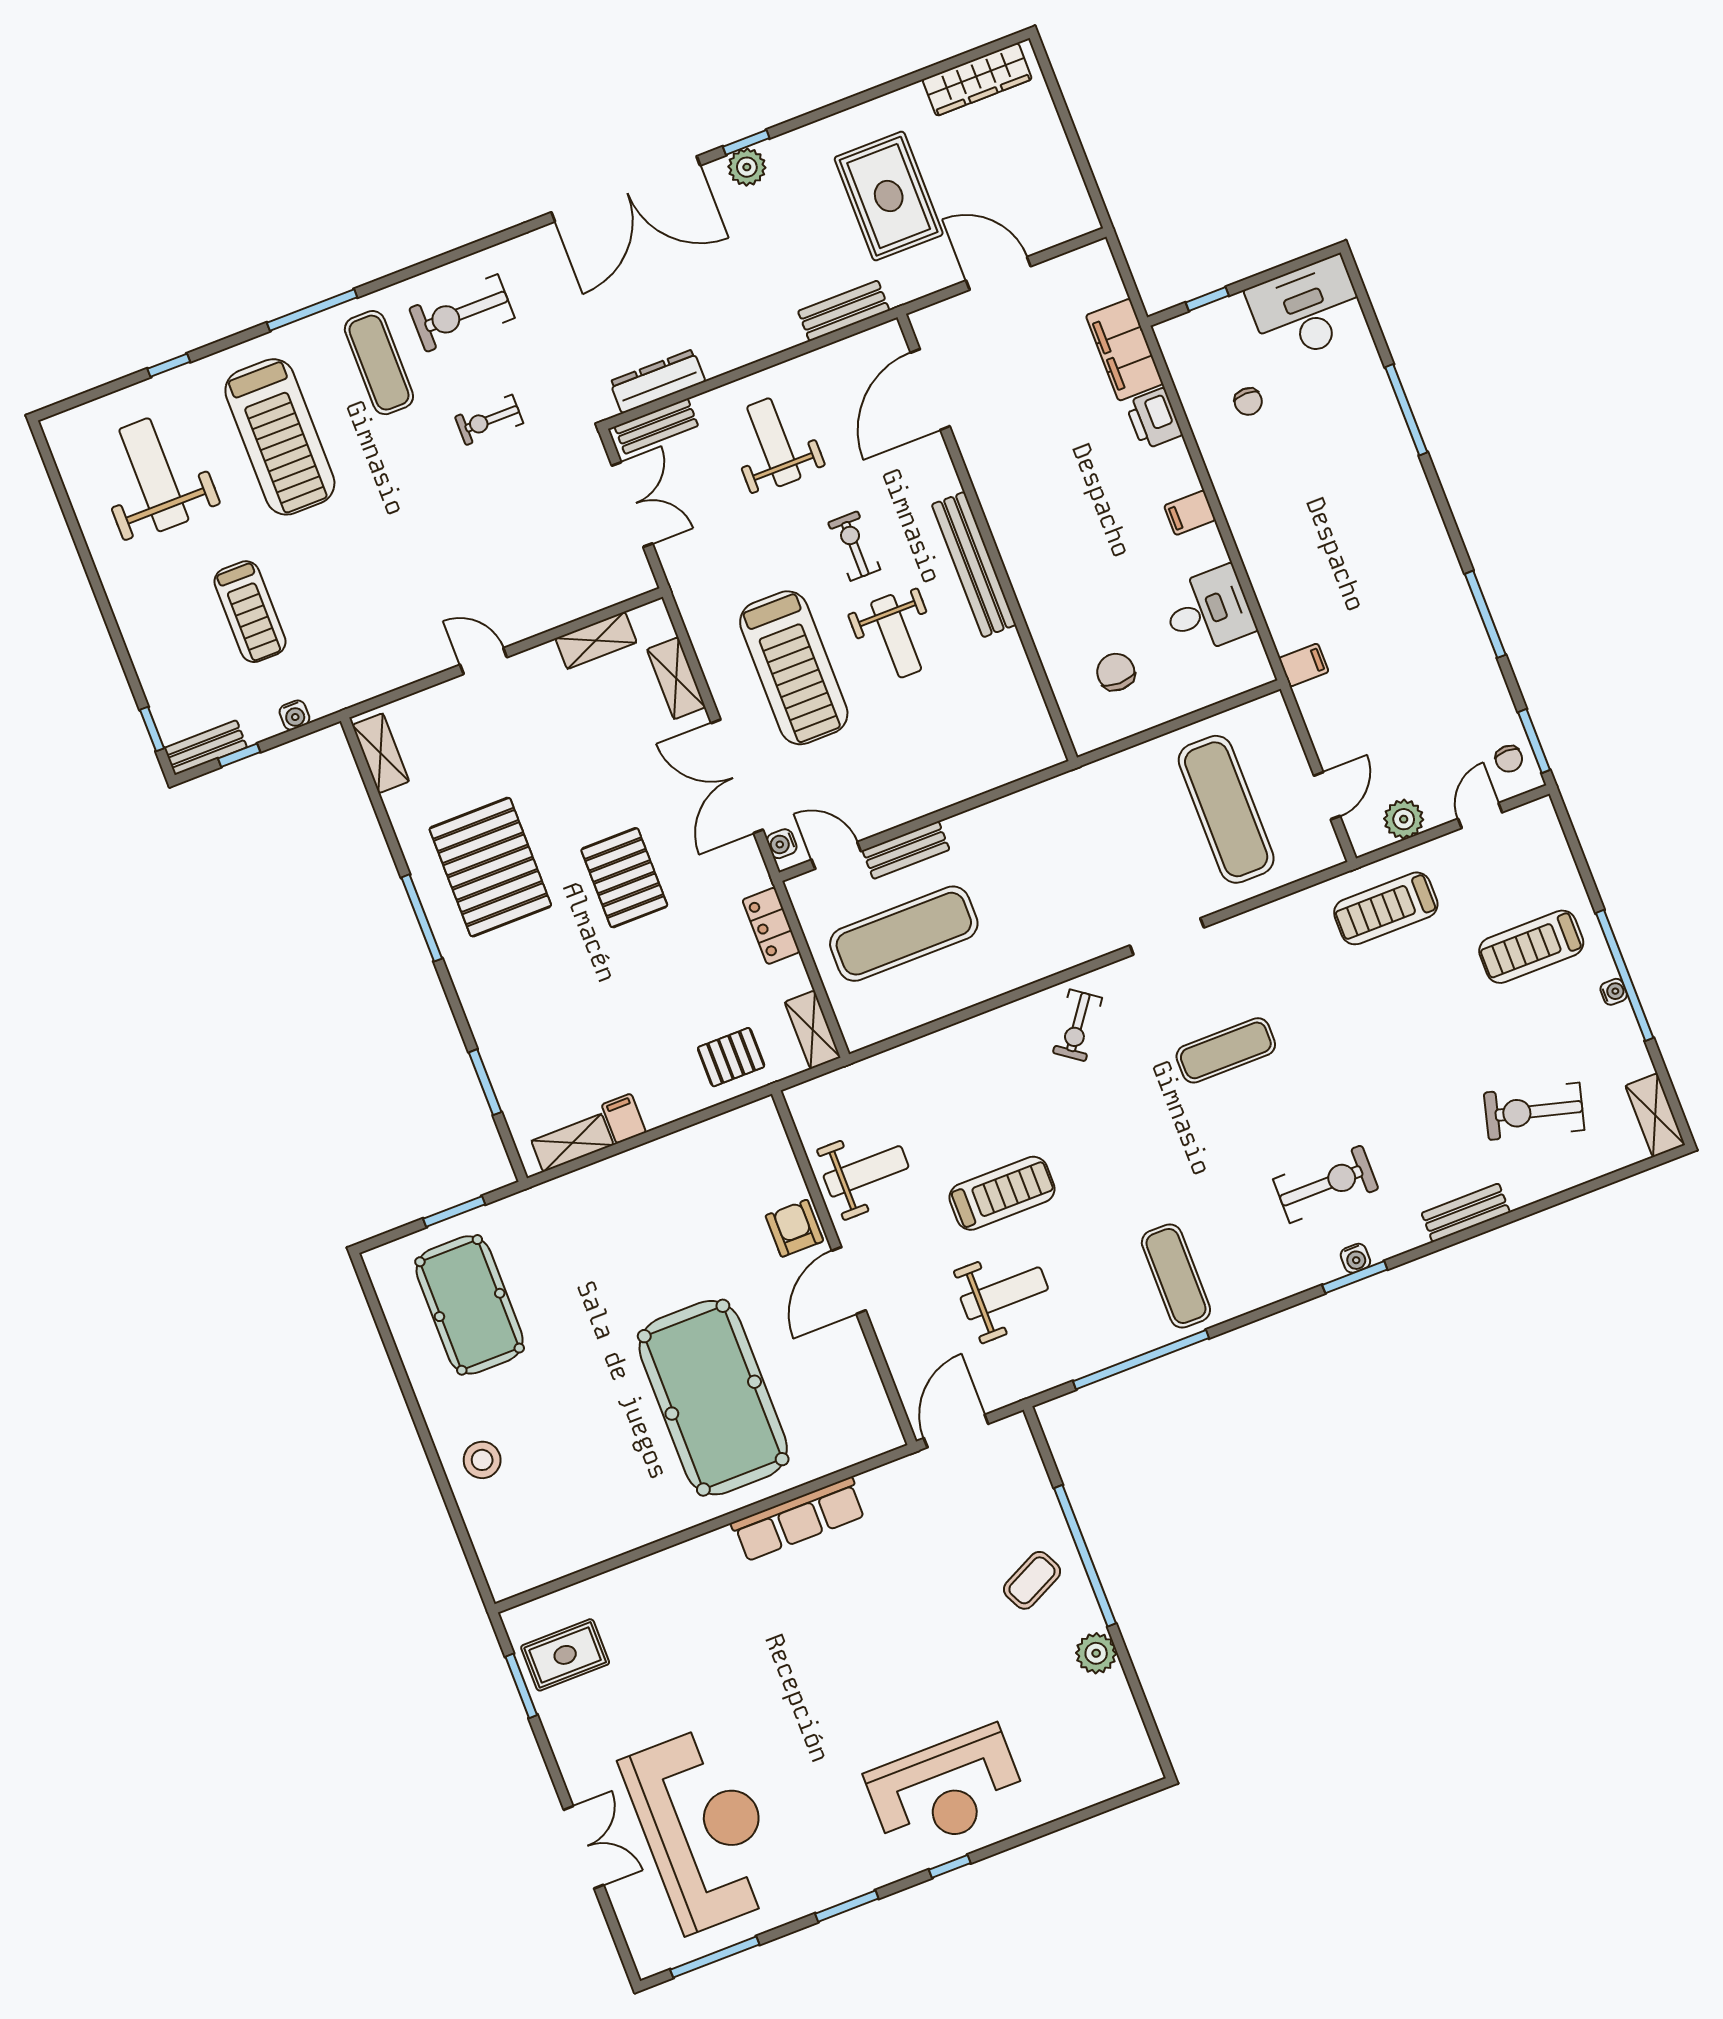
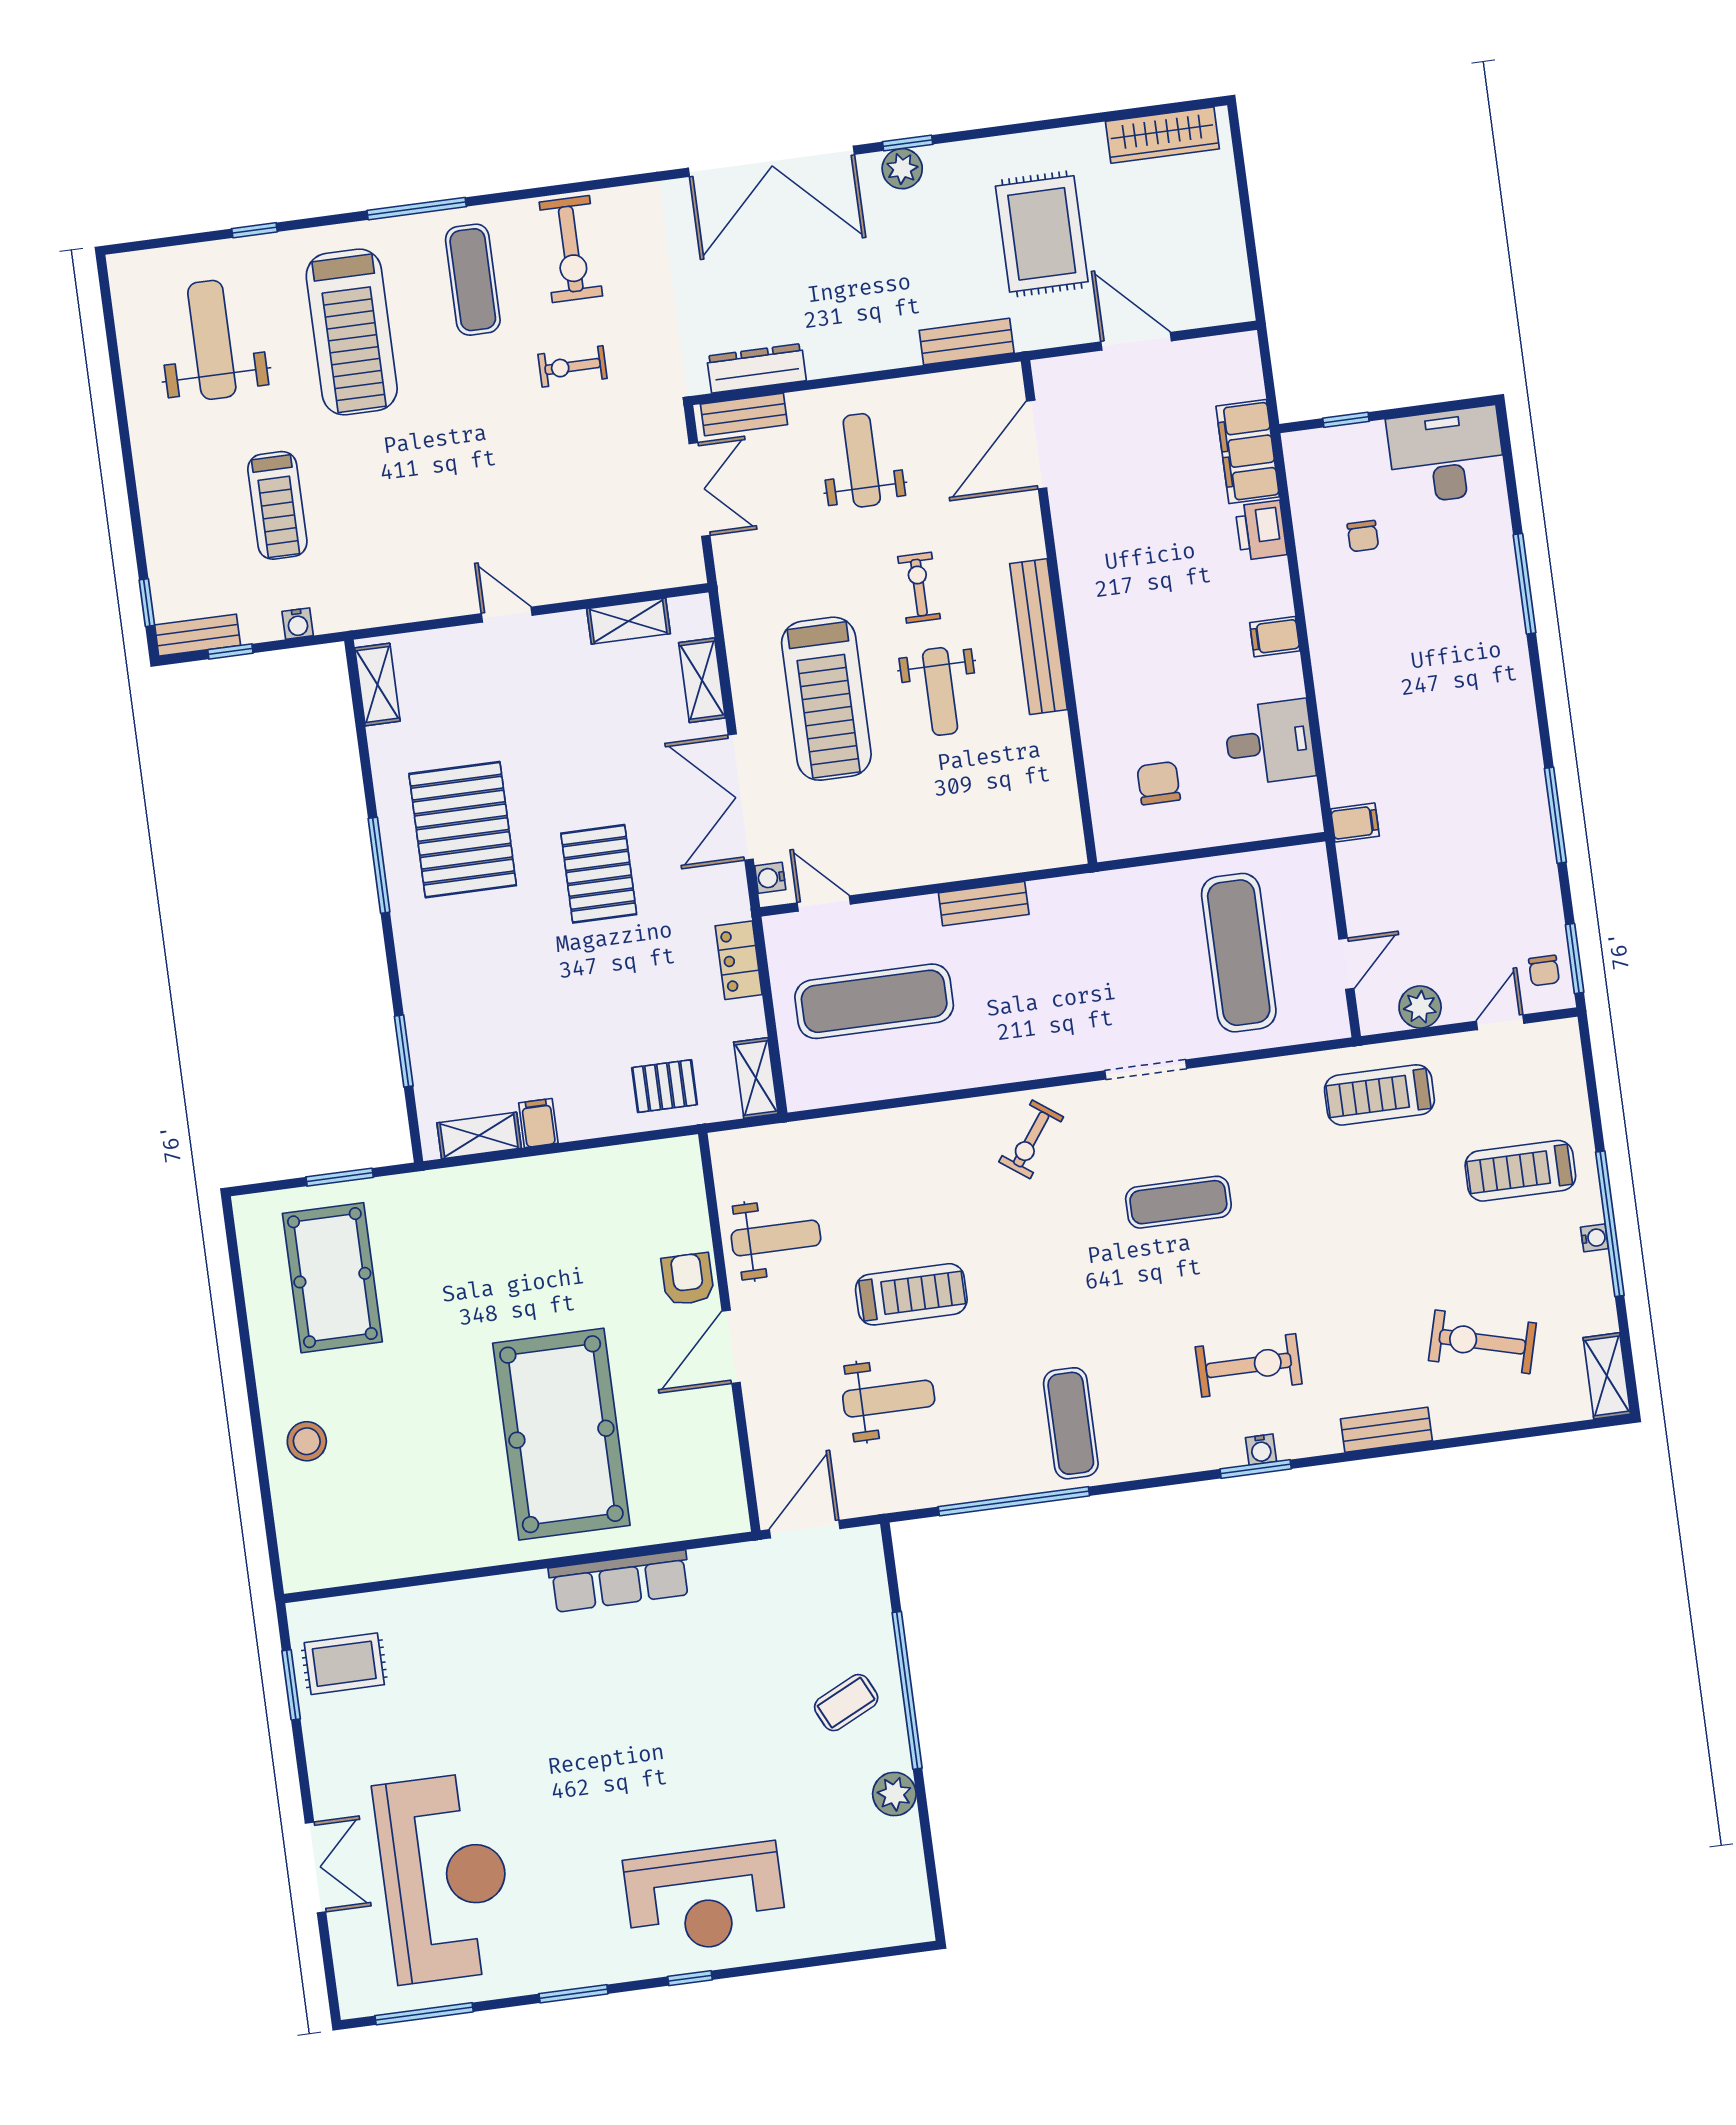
exercise bike: (462, 313) -> (571, 249), turned -90
bench: (906, 850) -> (984, 904), moved

